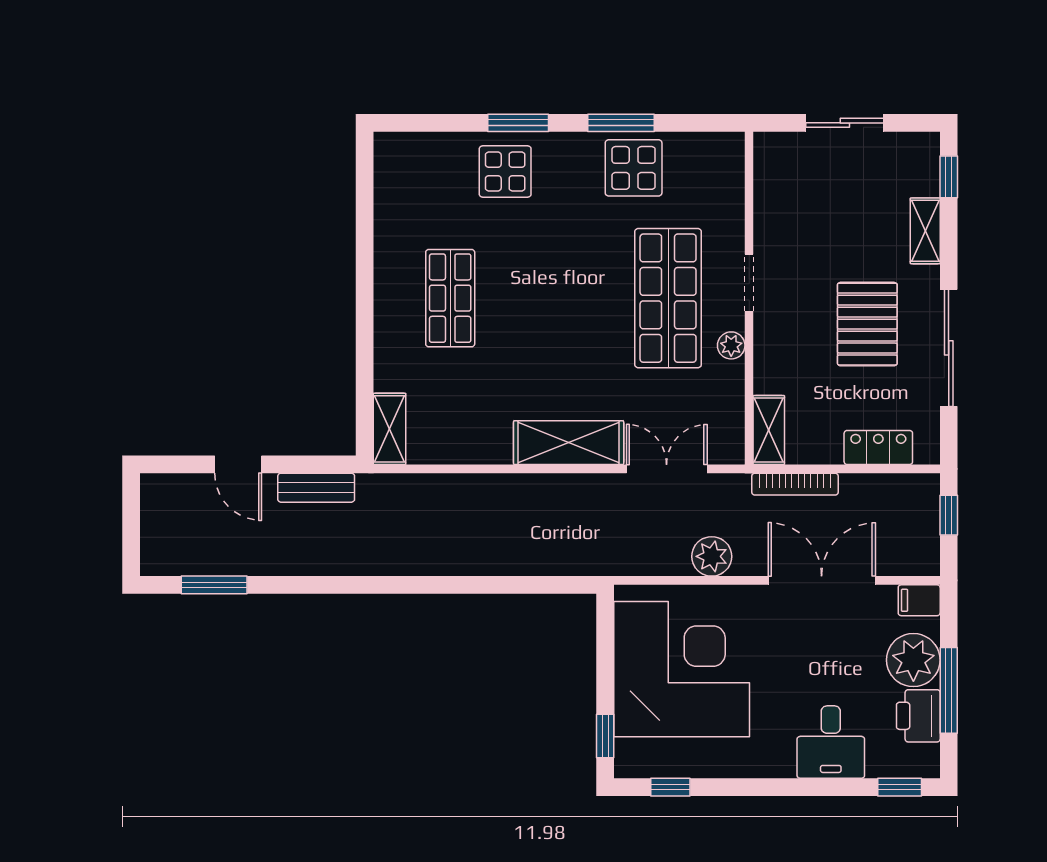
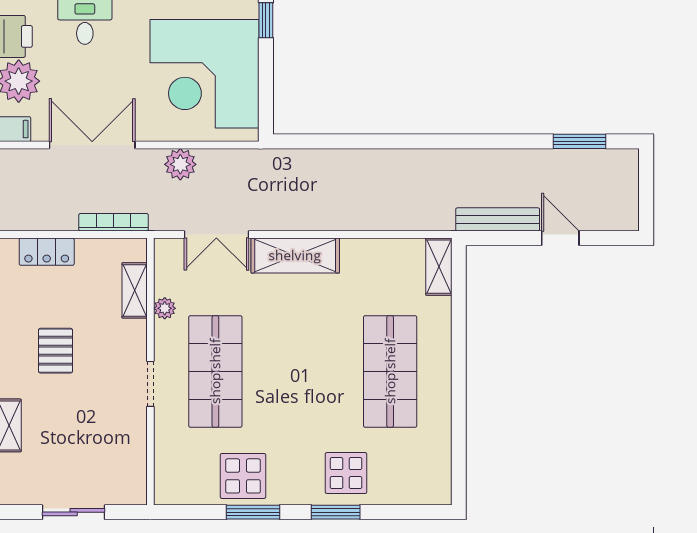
shop shelf: (450, 298) -> (390, 371), width x1.43, depth x1.36
pallet: (867, 324) -> (56, 351), width x0.67, depth x0.71
plant: (731, 345) -> (165, 308), moved
shelving: (769, 430) -> (135, 290), moved
bench: (316, 488) -> (498, 219), width x1.36
double door: (822, 580) -> (92, 145), swing flipped

